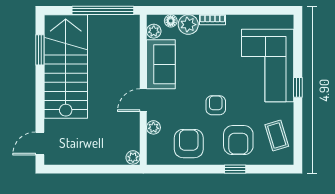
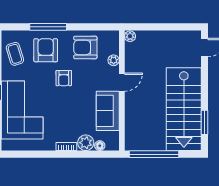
plant: (154, 31) -> (113, 137), removed
armchair: (189, 144) -> (85, 47), turned 90
window: (235, 169) -> (48, 27), width x2.17

